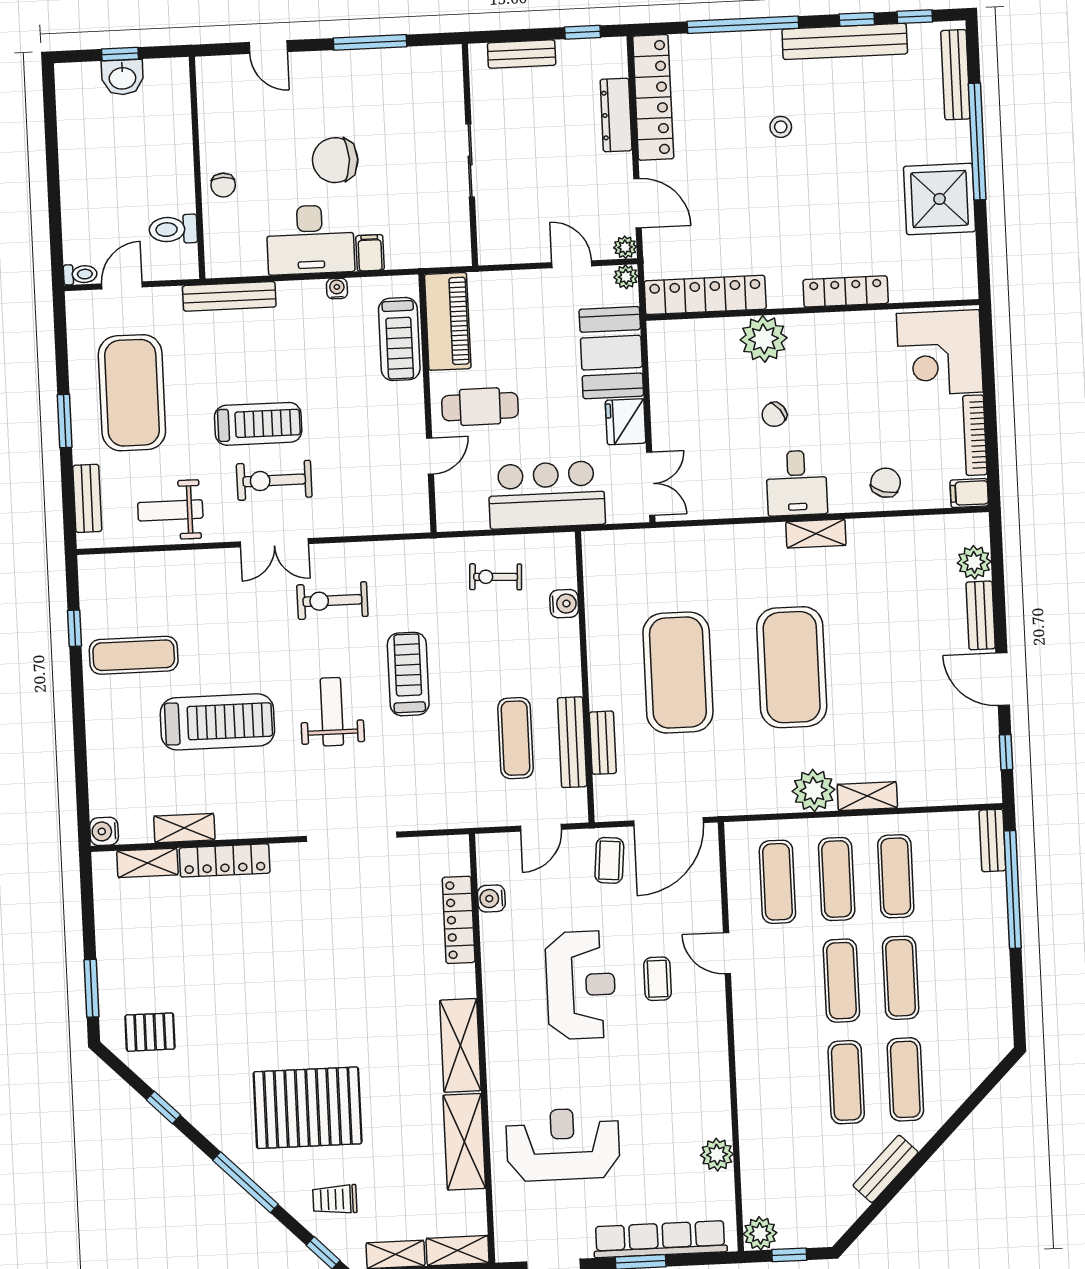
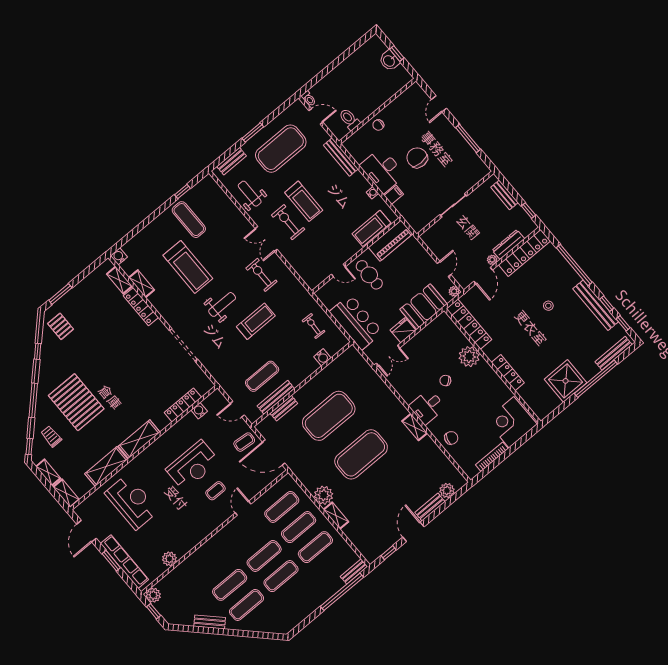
plant: (625, 247) -> (492, 260), moved
filing cabinet: (969, 493) -> (470, 470), removed

